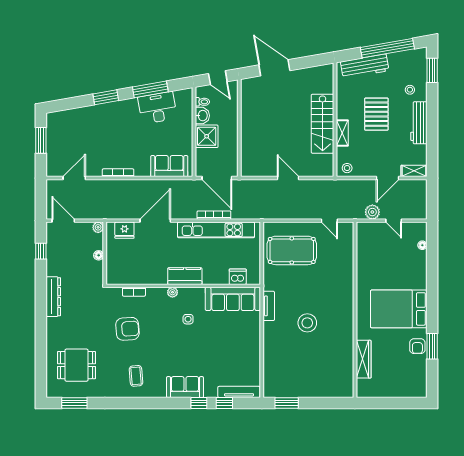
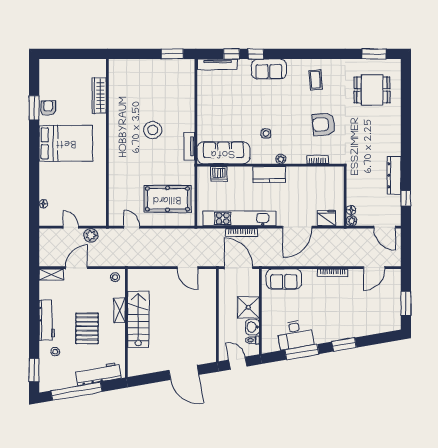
door: (288, 178) -> (188, 268), moved
floor lamp: (99, 255) -> (351, 210), moved
dresser: (53, 297) -> (394, 175), moved

